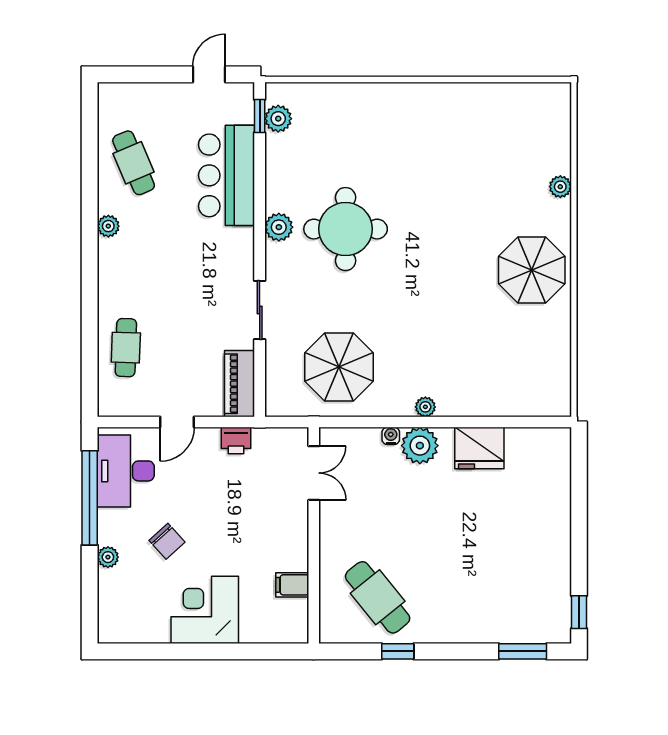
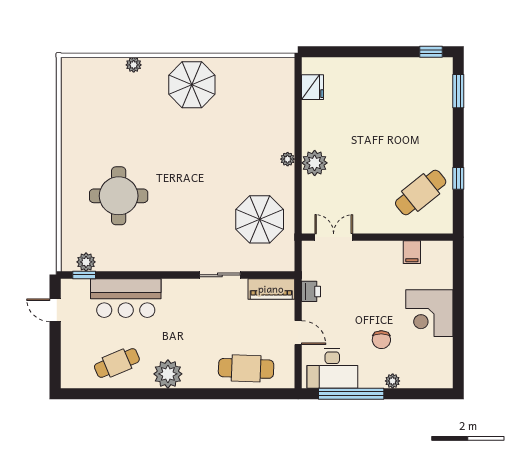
plant: (108, 226) -> (168, 374), width x1.88, depth x1.88
plant: (279, 227) -> (162, 262), removed
round table: (346, 229) -> (119, 196), moved
cafe table: (126, 348) -> (246, 368), width x1.37, depth x1.35
water cooler: (391, 436) -> (308, 183), removed
fridge: (479, 448) -> (313, 87), moved, width x0.73, depth x0.75
chair: (167, 541) -> (381, 340), turned 133

